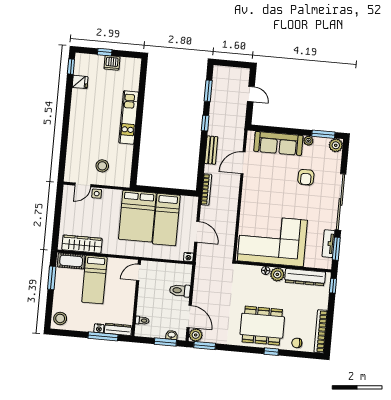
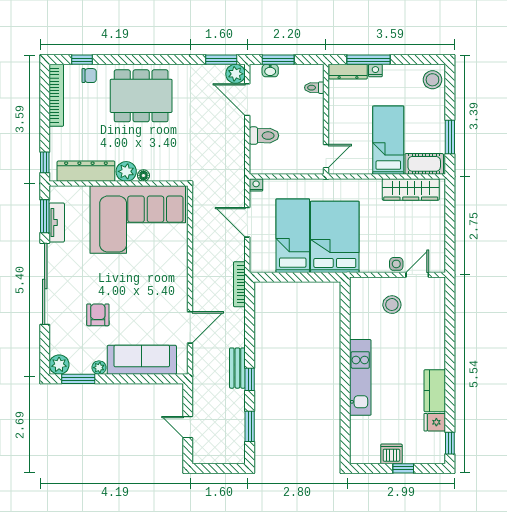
kitchen counter: (78, 104) -> (435, 391), added
bench: (211, 150) -> (237, 368), moved
window: (271, 352) -> (82, 60), moved

